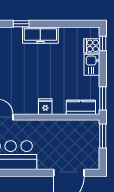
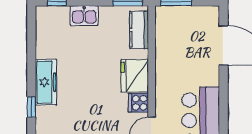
cooker: (92, 46) -> (138, 103), moved, turned 90
fridge: (45, 107) -> (135, 76), width x1.88, depth x1.34

